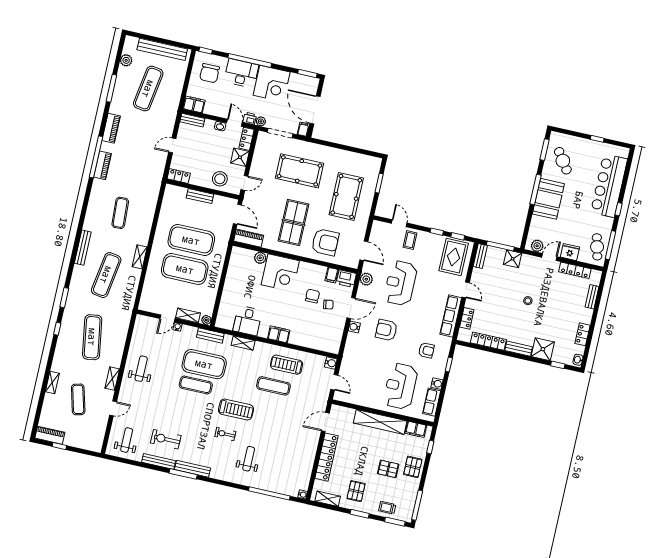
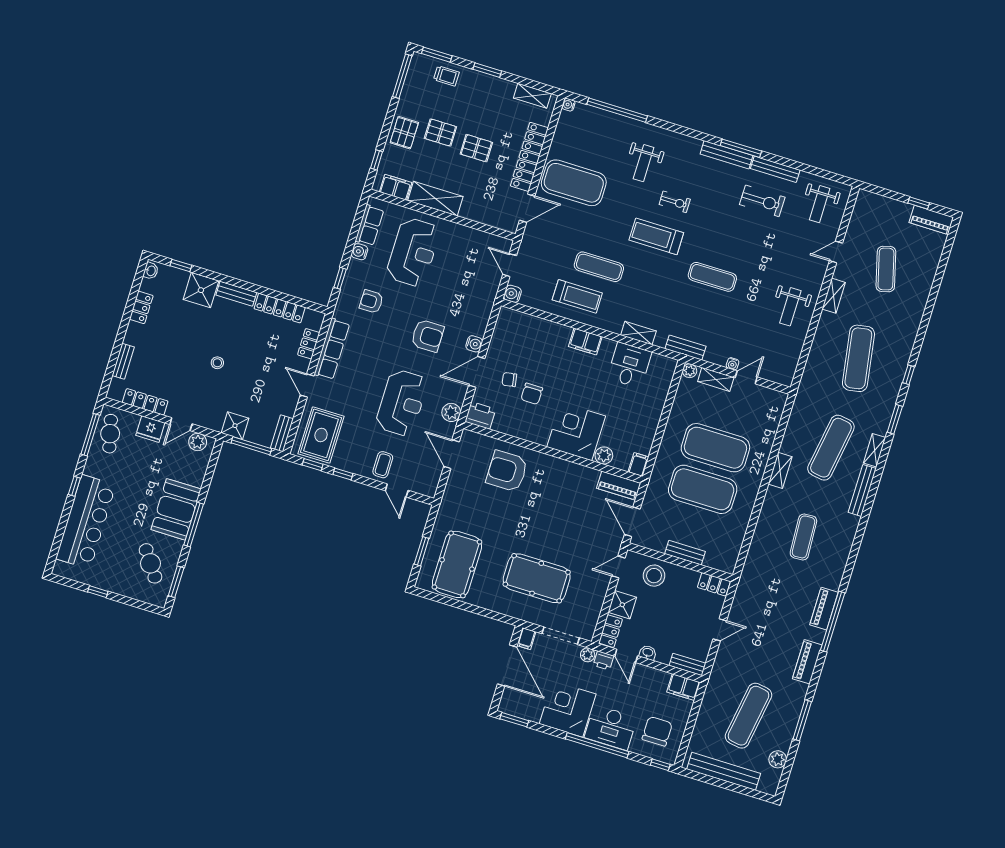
pool table: (346, 196) -> (457, 564), moved
table tennis table: (293, 222) -> (551, 503), removed
filing cabinet: (332, 275) -> (638, 464), moved
exercise mat: (204, 364) -> (574, 183), moved
shelving: (52, 383) -> (875, 450), moved
shelving: (380, 422) -> (435, 199), width x0.68
pallet: (356, 491) -> (476, 148), moved, turned 90

